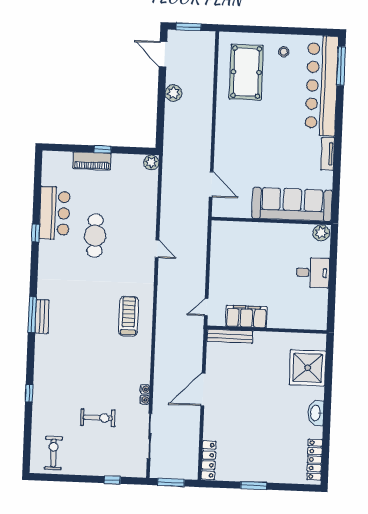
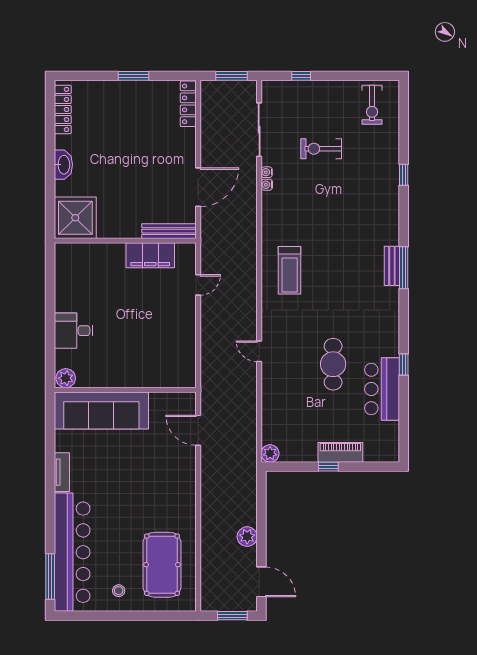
filing cabinet: (246, 317) -> (150, 255), moved
wall: (267, 330) -> (125, 241), moved
bench: (230, 336) -> (169, 231), moved

